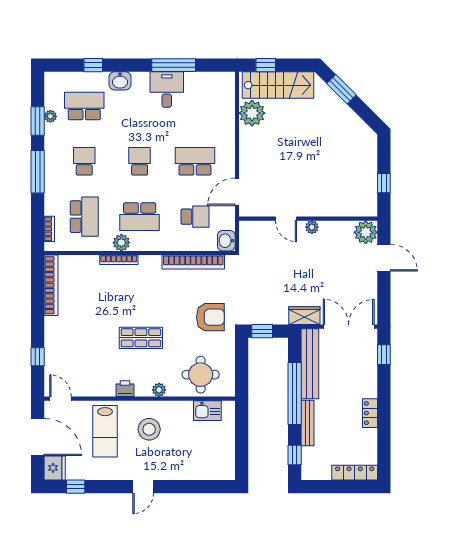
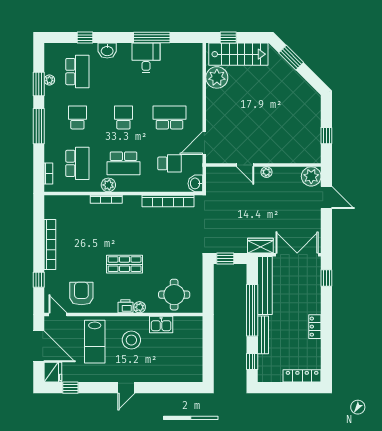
school desk: (84, 106) -> (77, 72), turned 90
bookcase: (51, 285) -> (50, 244), moved
armchair: (210, 317) -> (81, 294), moved, turned -90
printer: (125, 389) -> (125, 306), moved
kitchen sink: (207, 411) -> (161, 325), moved

